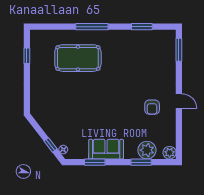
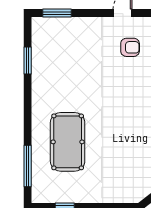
window: (92, 27) -> (28, 166), moved

